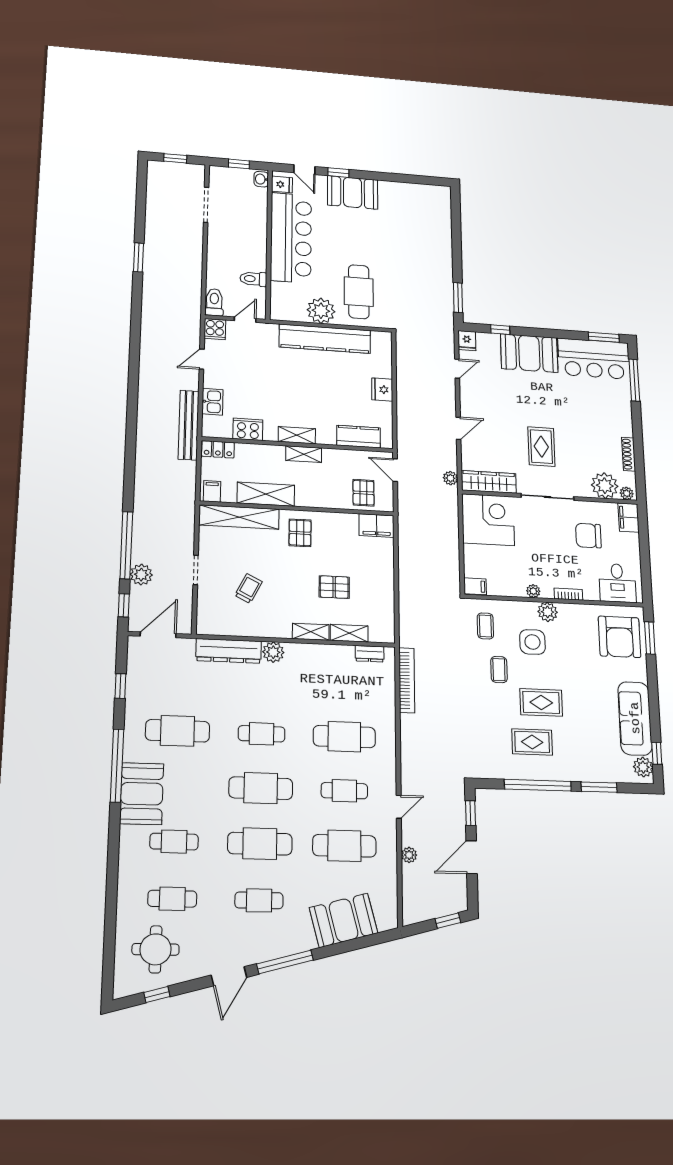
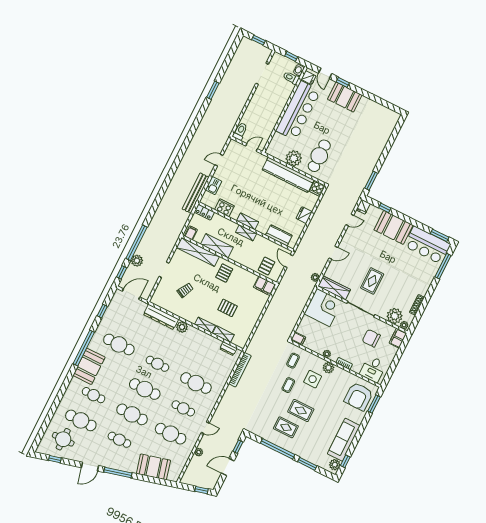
toilet: (253, 279) -> (291, 78), moved
cooker: (215, 329) -> (317, 188), moved
cafe table: (172, 899) -> (81, 420), width x1.37, depth x1.35

